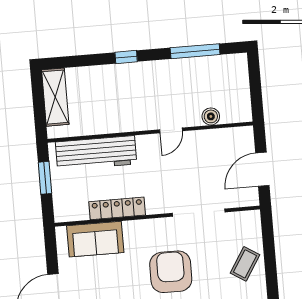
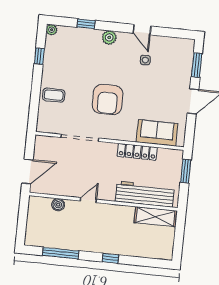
shelving: (55, 97) -> (155, 217), moved, turned 90
door: (262, 169) -> (27, 171), moved
window: (45, 178) -> (186, 171), moved
coffee table: (245, 264) -> (54, 95), turned 58

